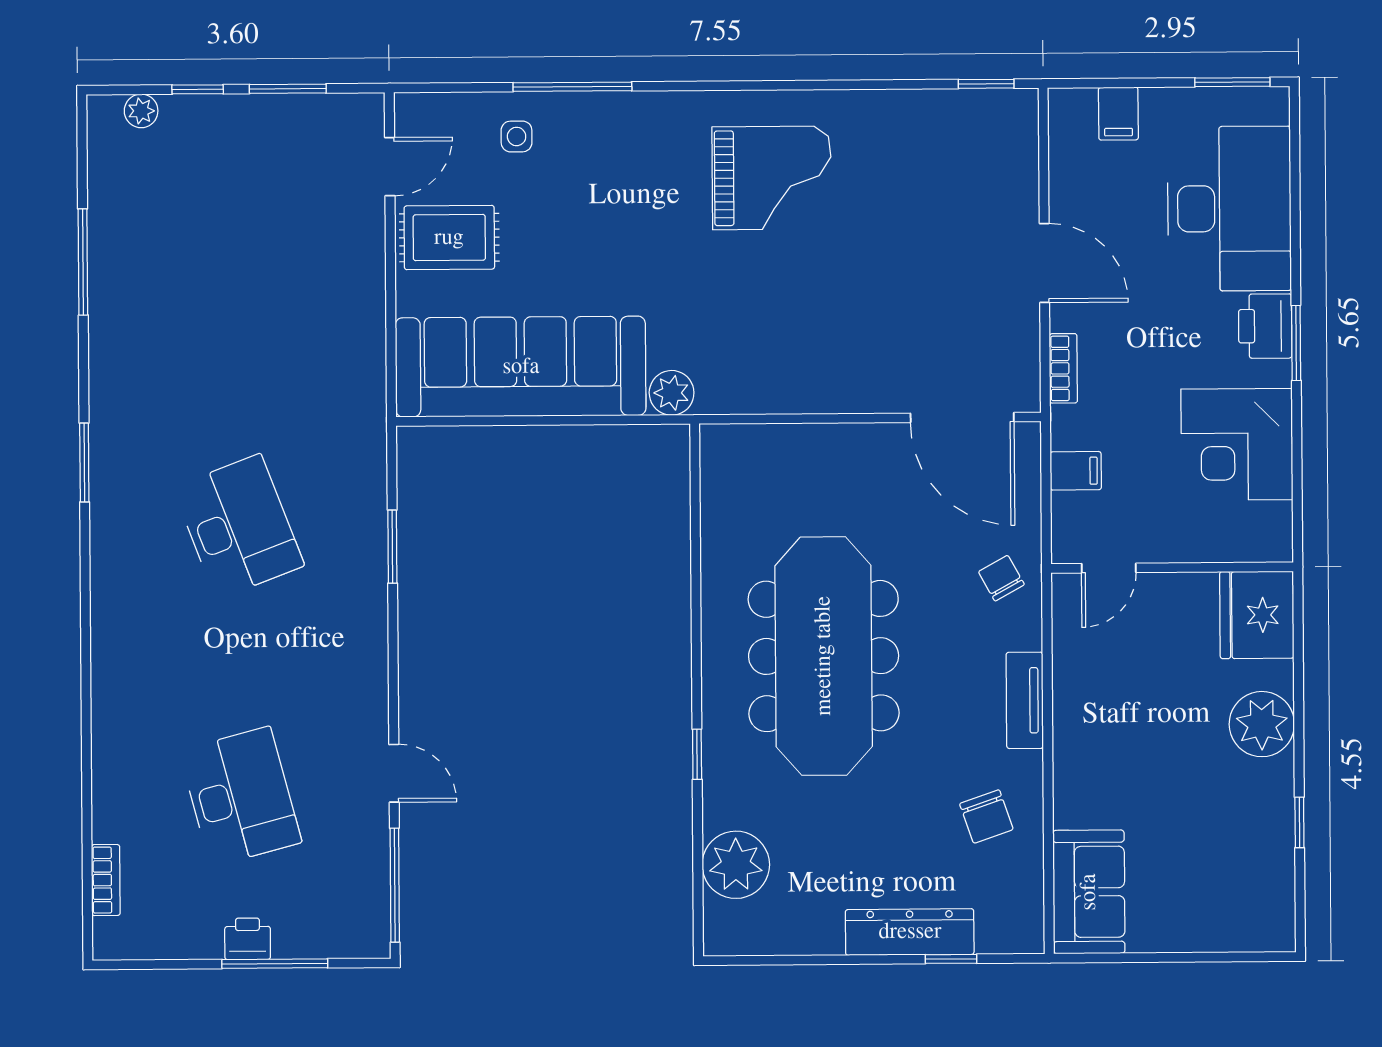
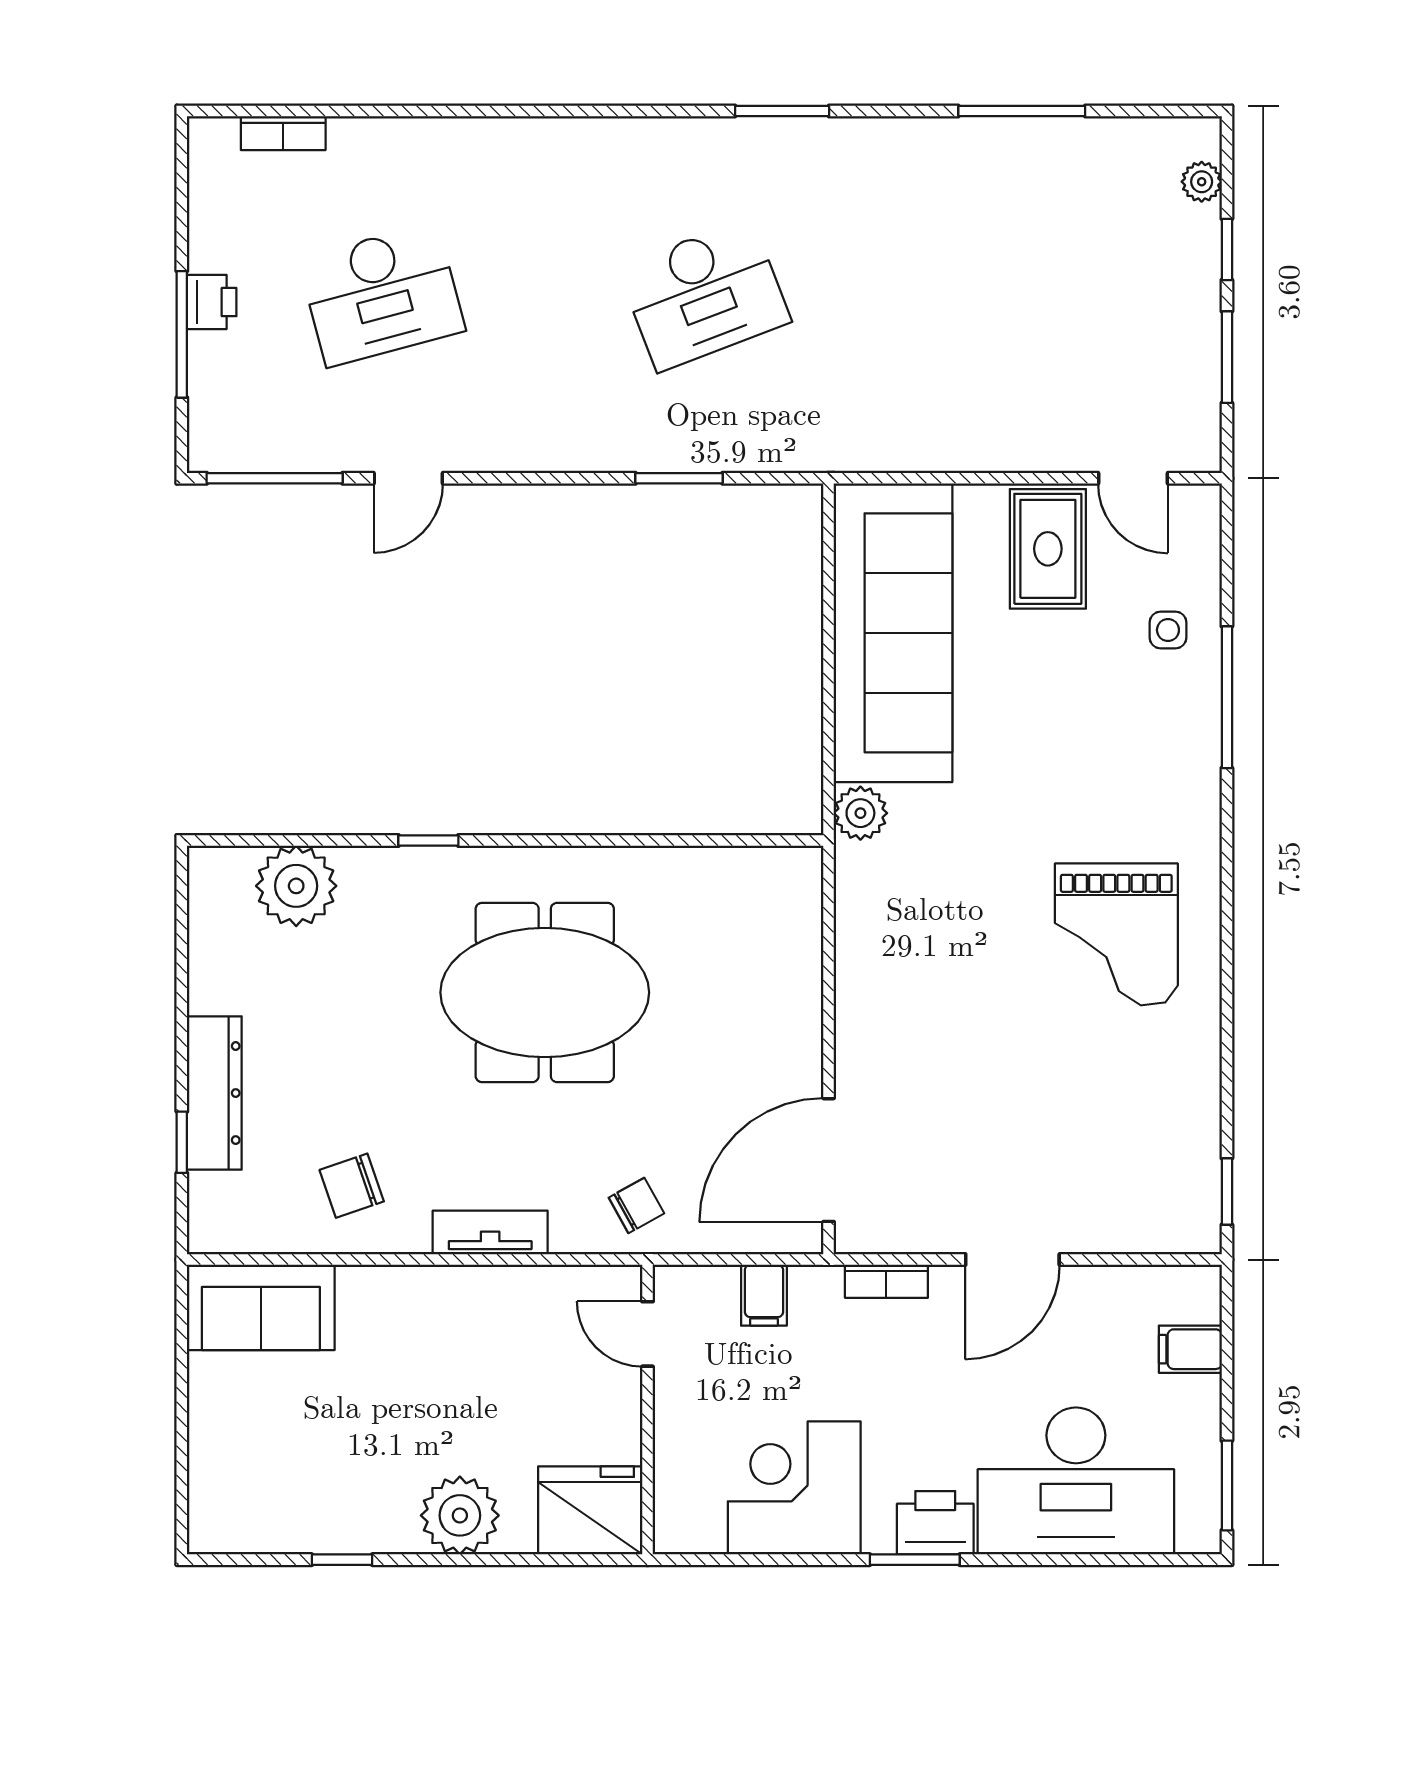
meeting table: (824, 656) -> (545, 992), width x0.73

